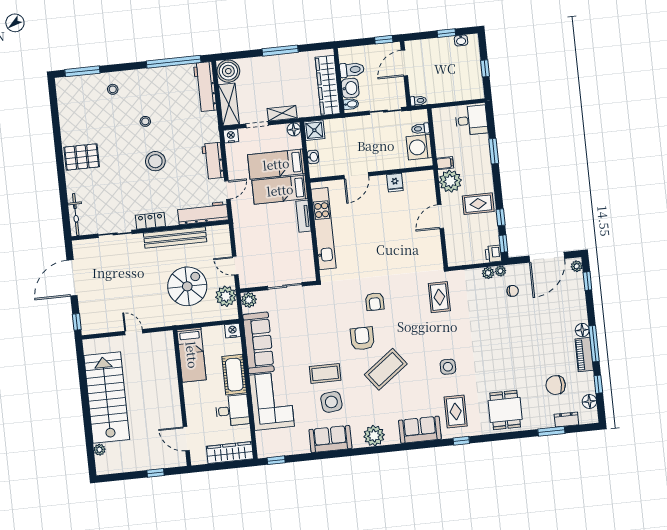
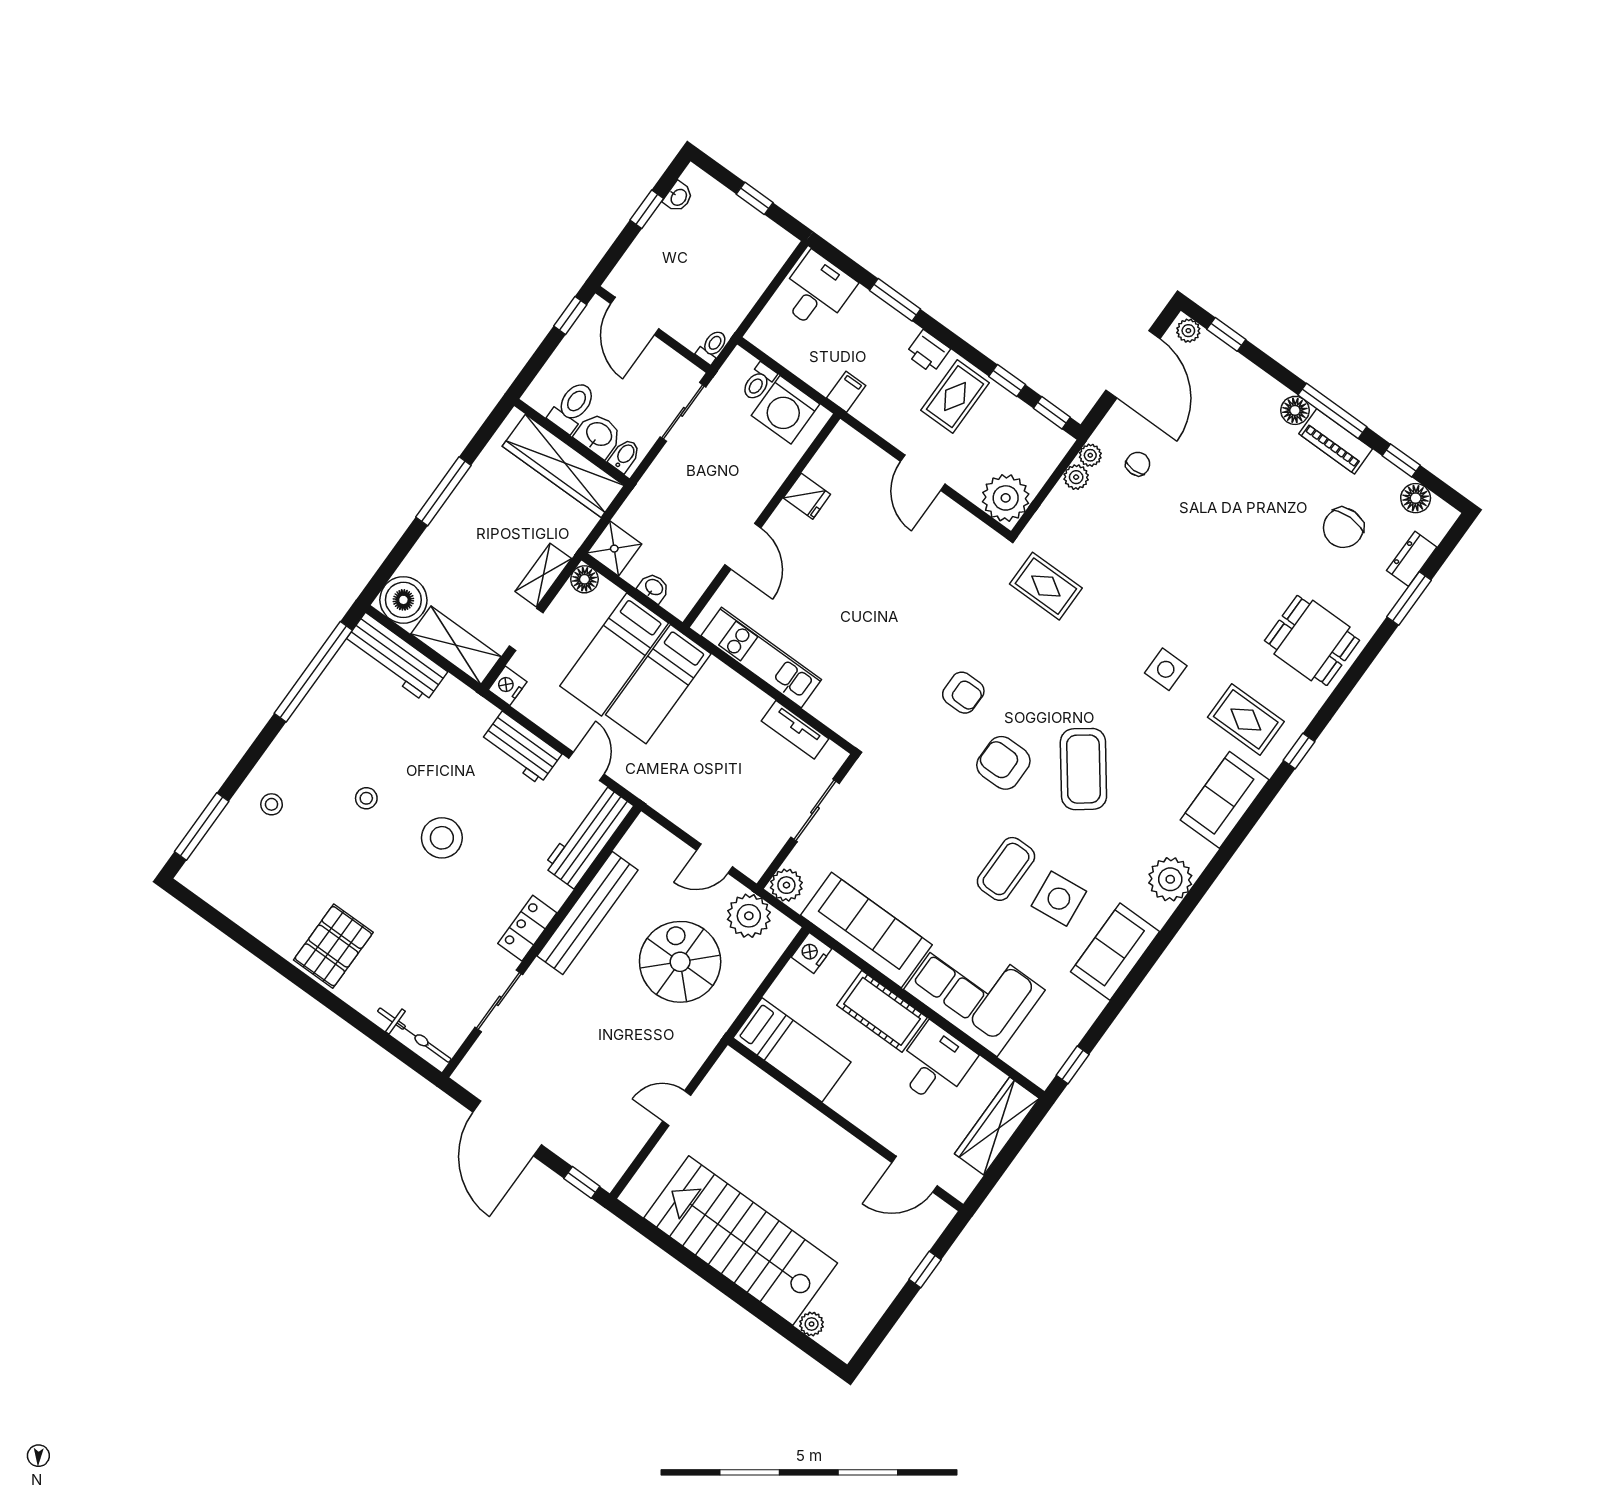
plant: (450, 181) -> (1006, 498), moved
tv unit: (303, 216) -> (795, 730), moved
kitchen unit: (324, 229) -> (761, 658), width x0.73
printer: (493, 254) -> (928, 352), moved

